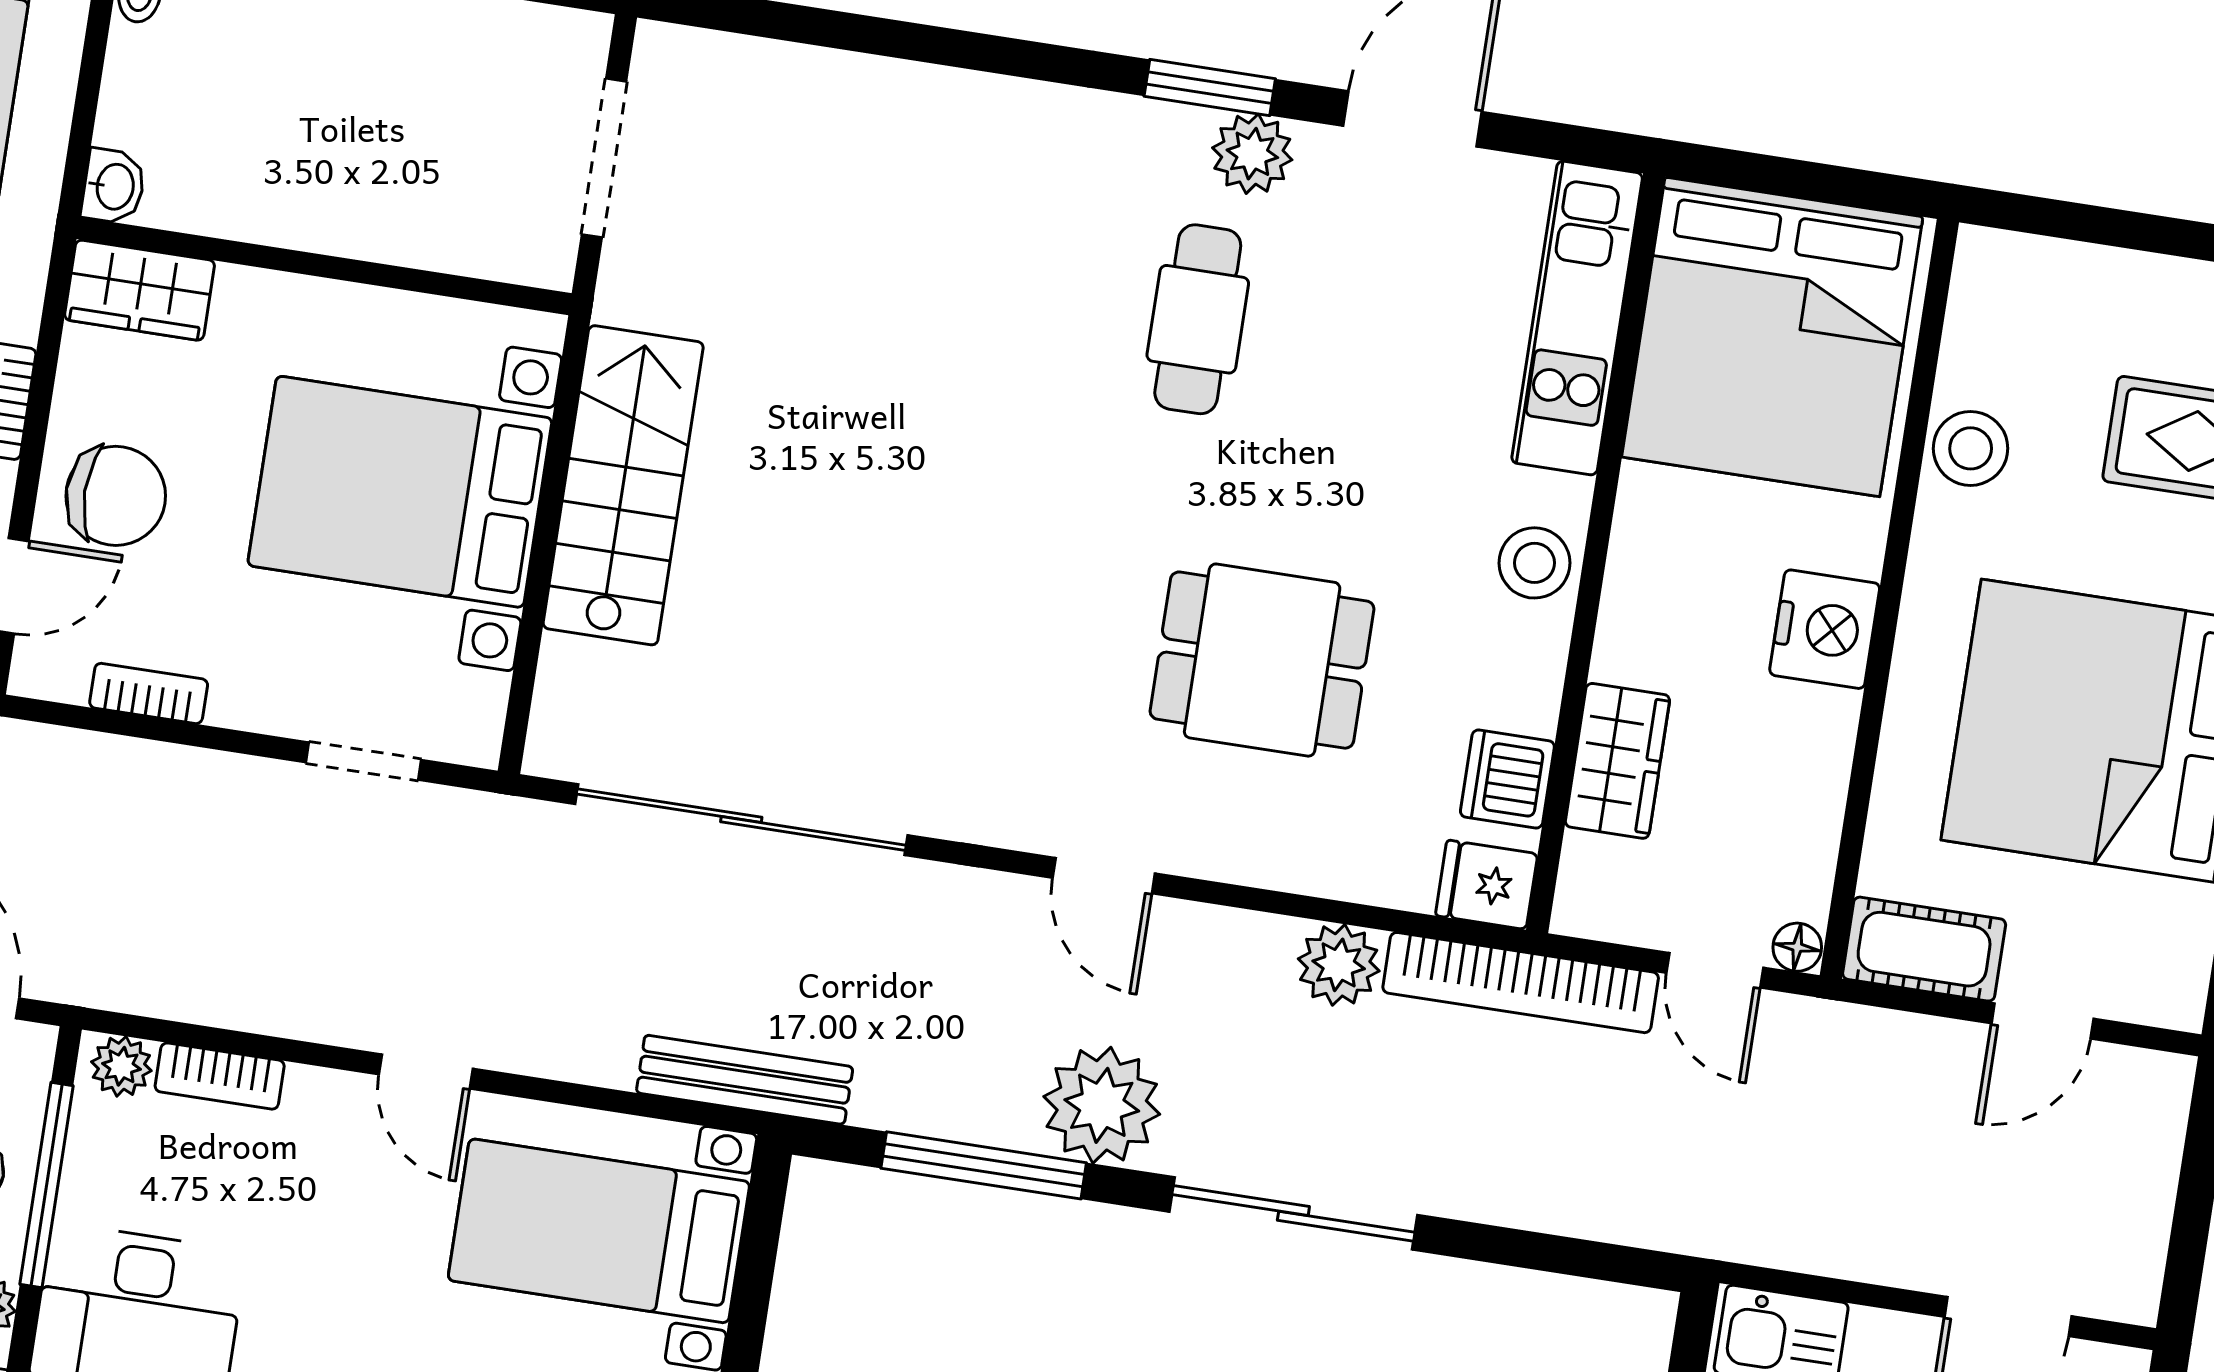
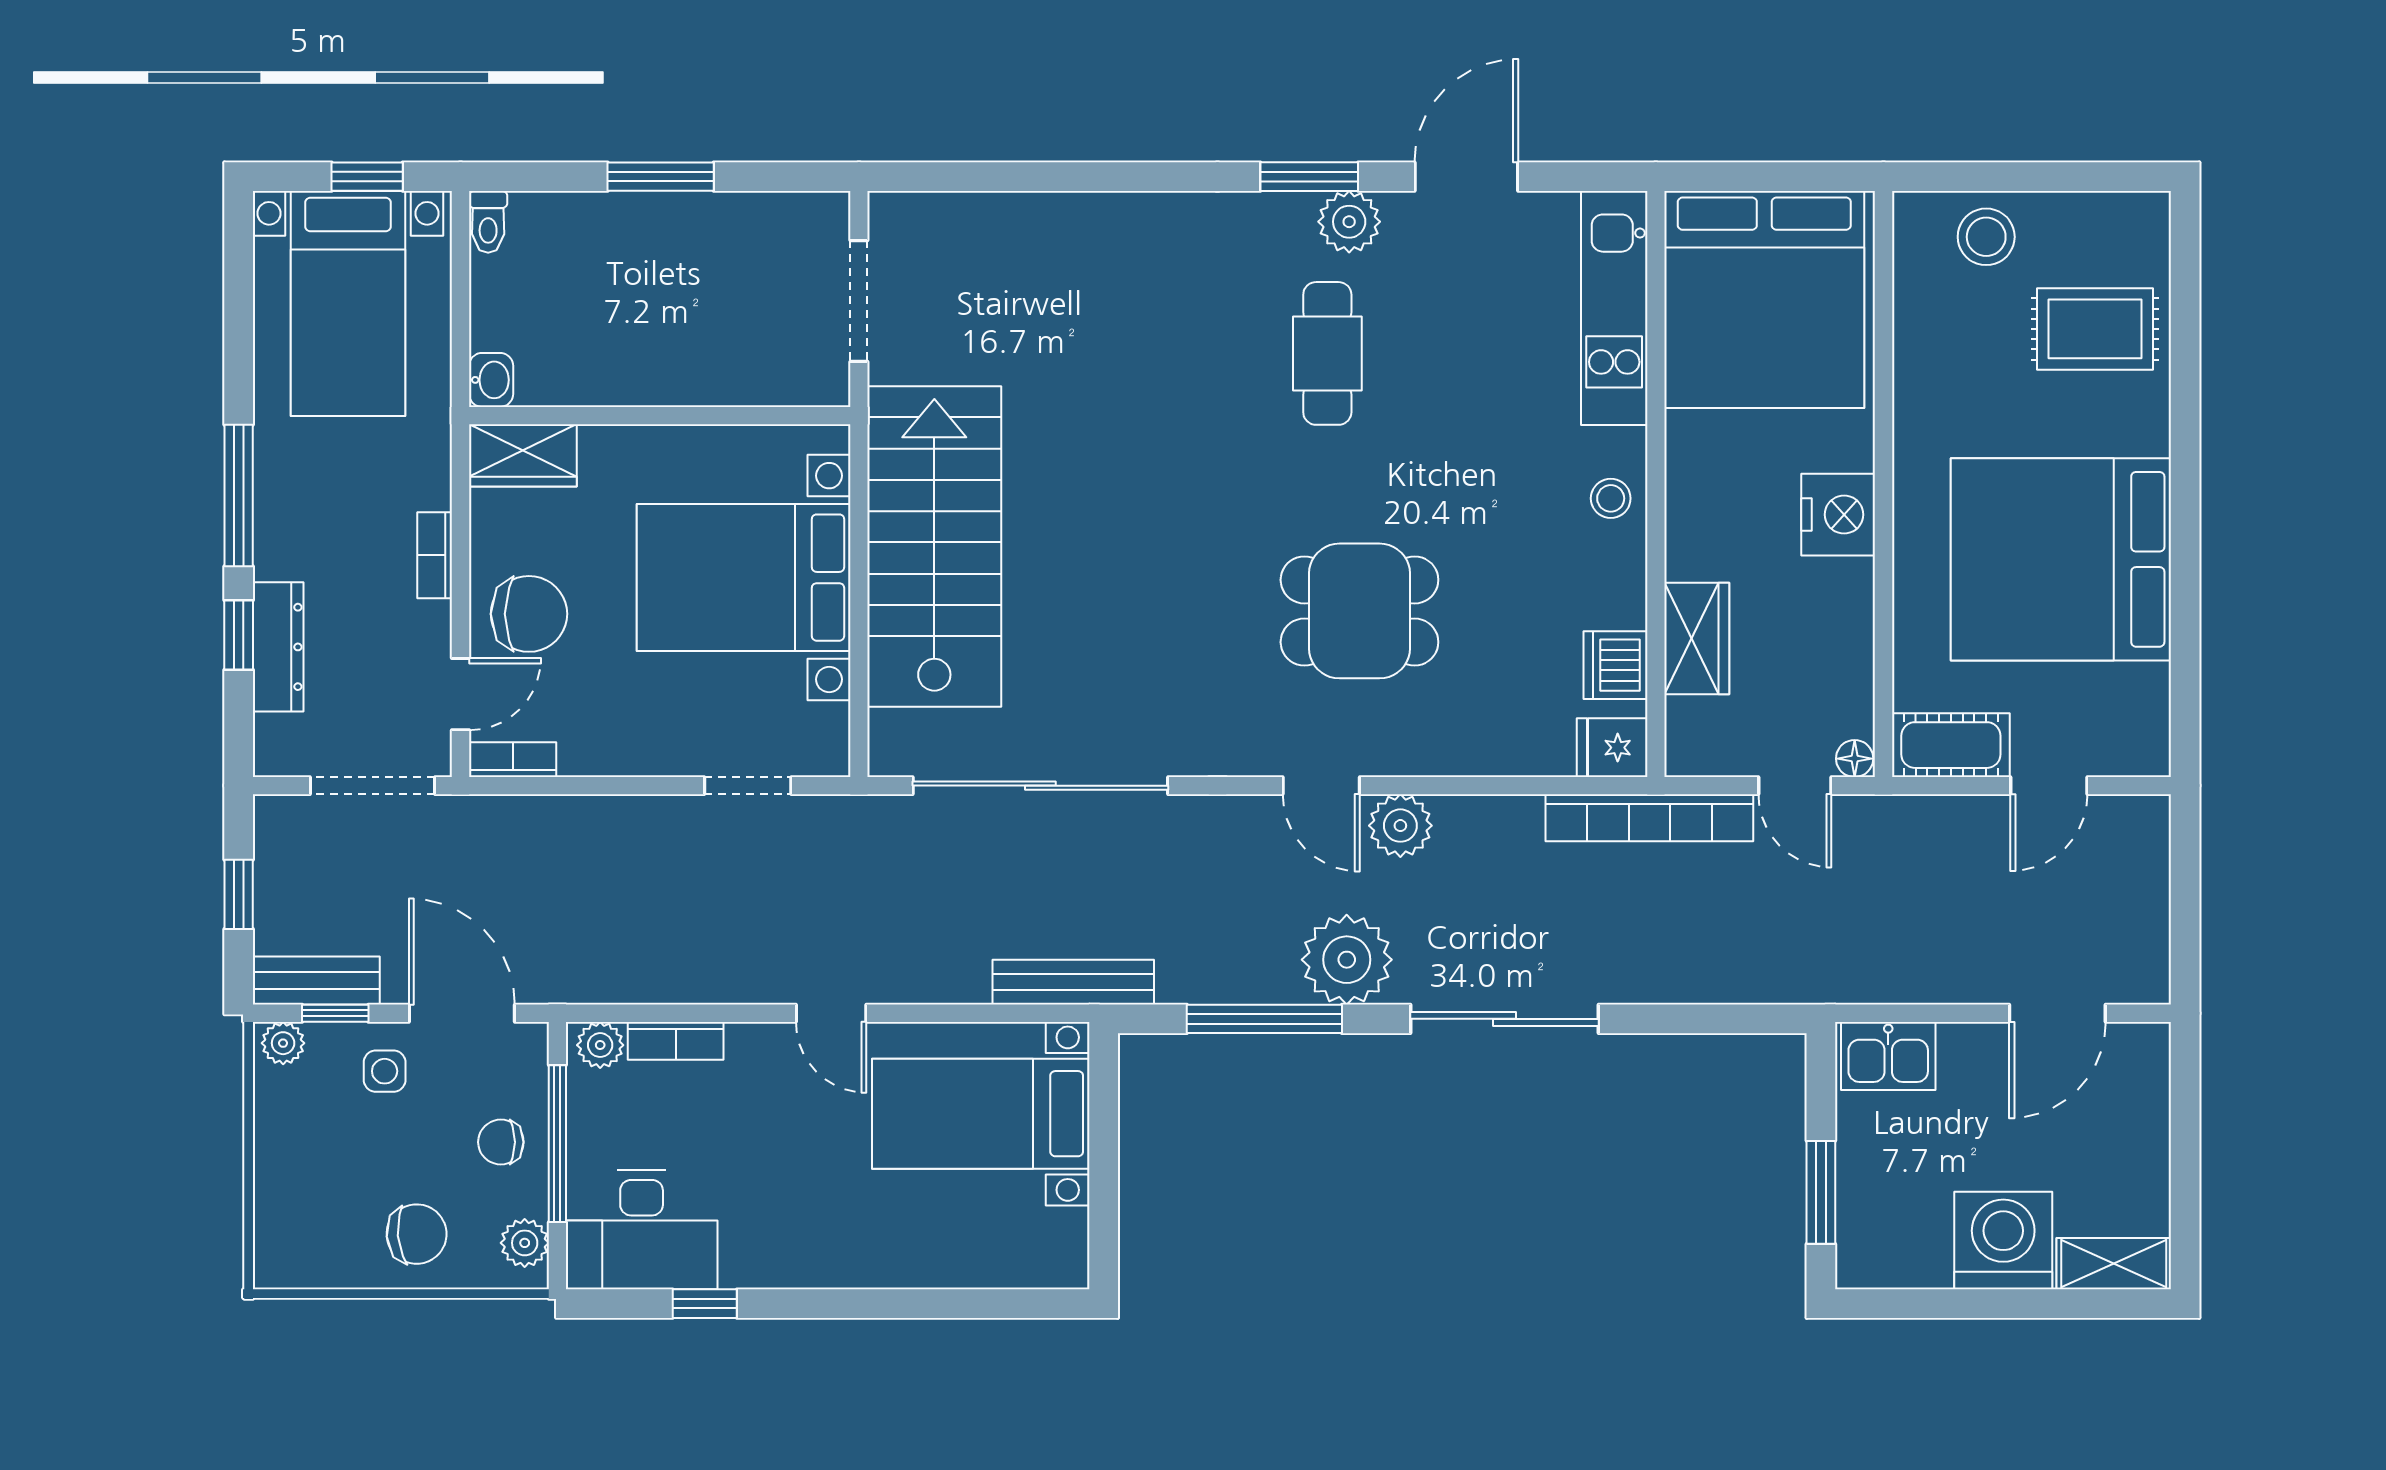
stool: (1971, 448) -> (1986, 237), moved
stairs: (623, 485) -> (934, 546), width x1.36, depth x1.51
stool: (1534, 563) -> (1611, 498), width x0.73, depth x0.73
dining table: (1262, 660) -> (1359, 611), moved
bookcase: (149, 693) -> (513, 760), moved
plant: (1339, 965) -> (1400, 826), moved

